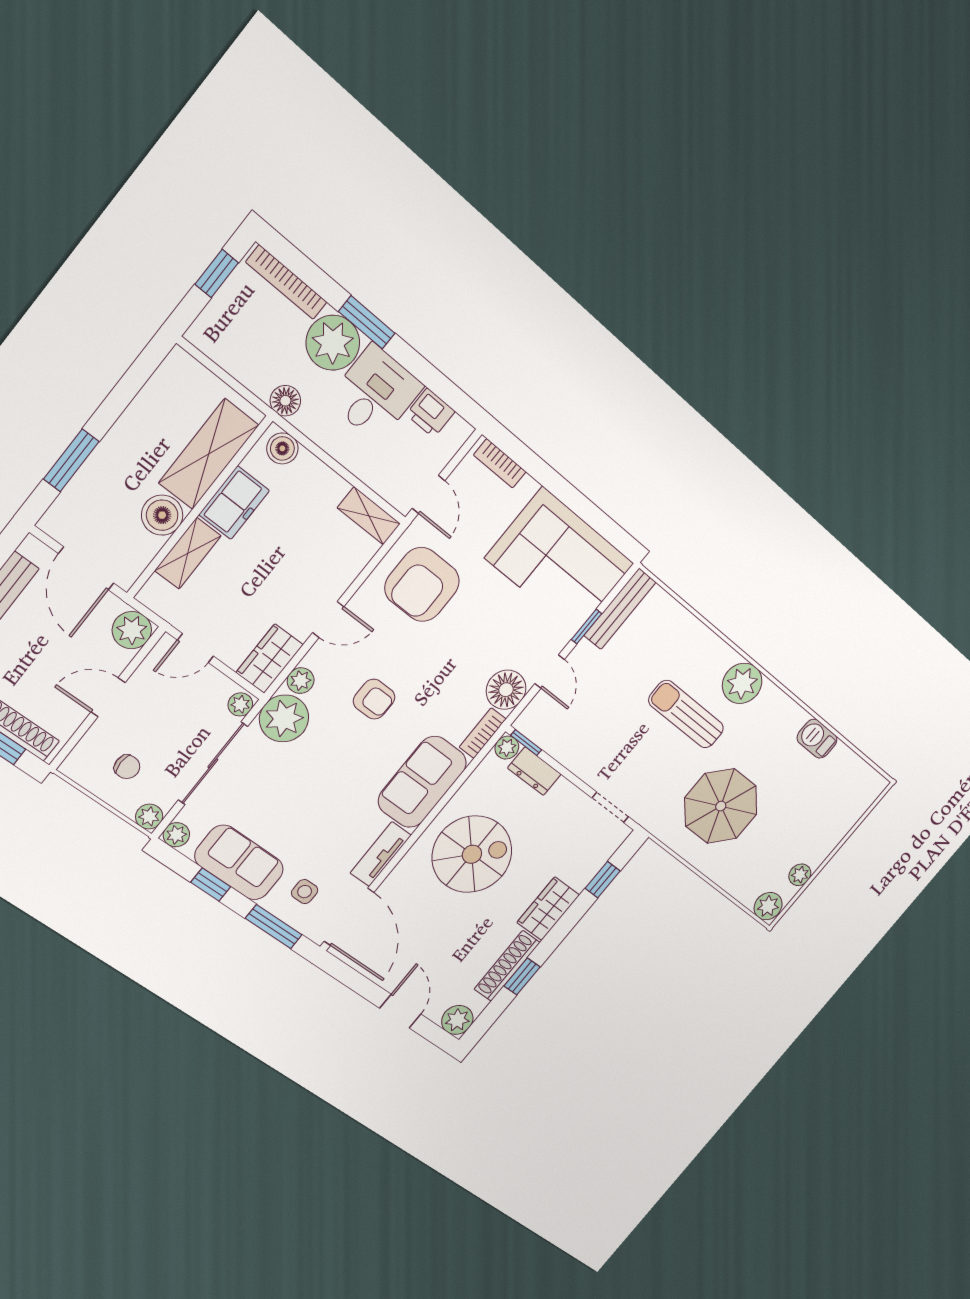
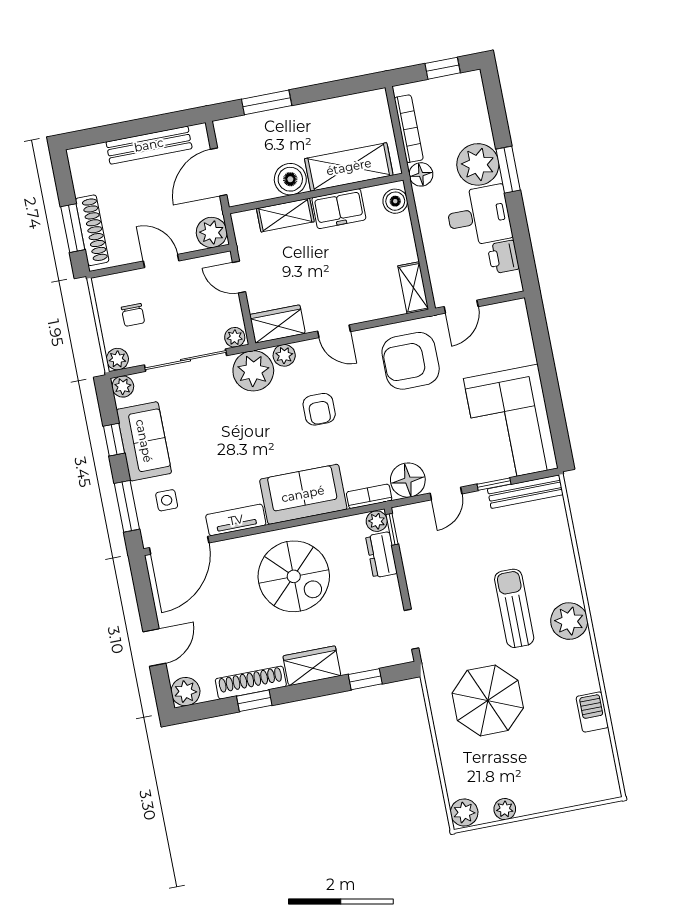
bookcase: (286, 282) -> (409, 129), moved, turned 180
bookcase: (500, 463) -> (522, 326), removed

